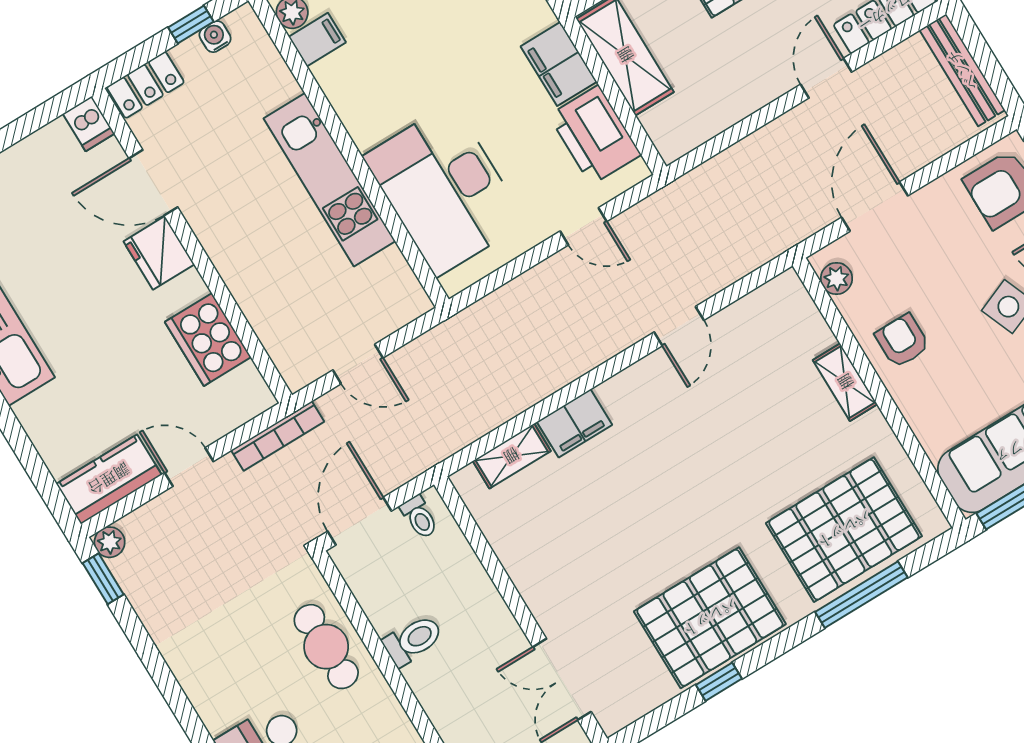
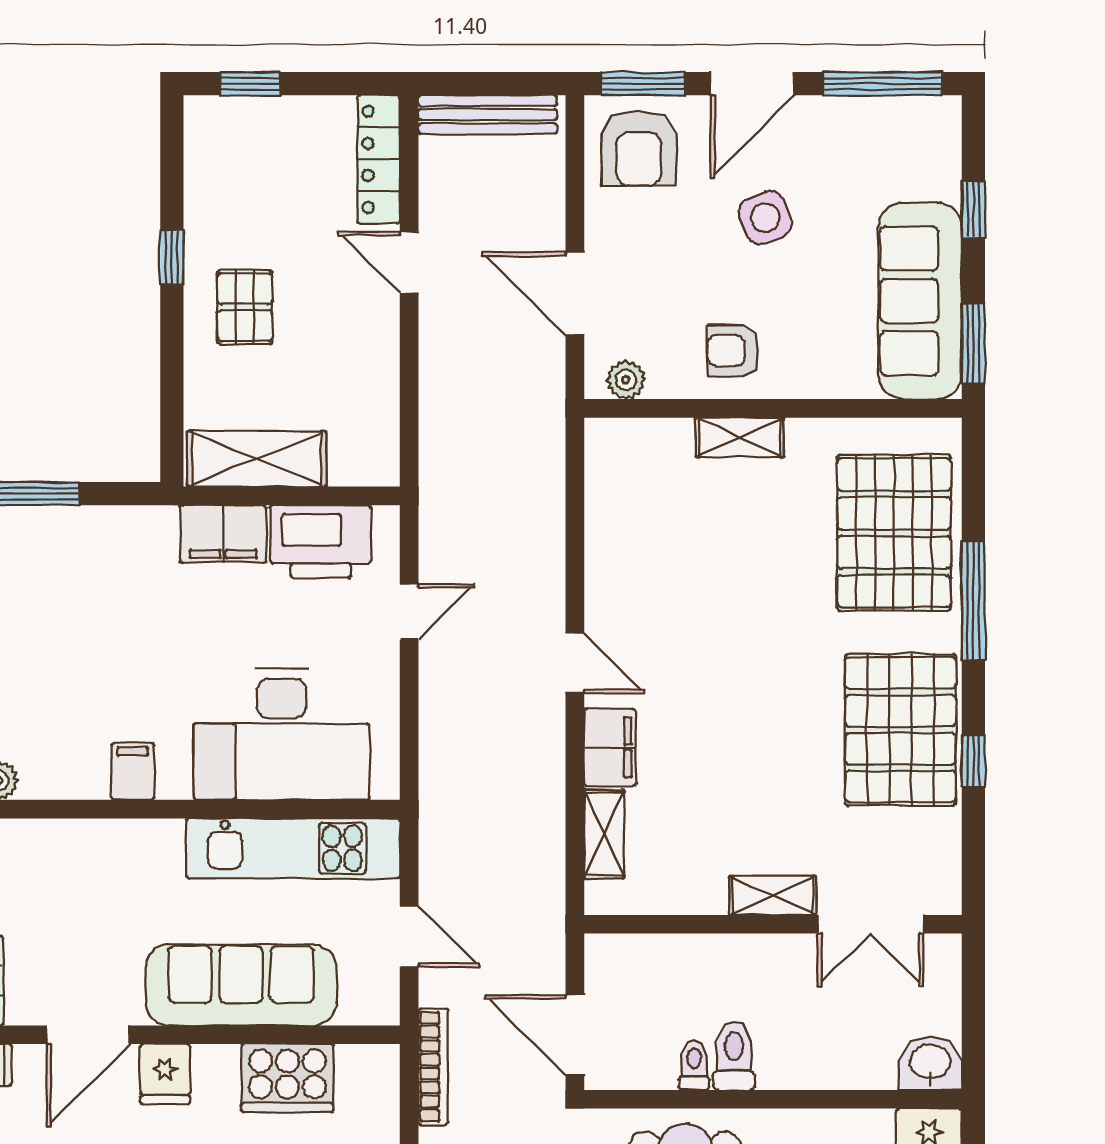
filing cabinet: (317, 40) -> (133, 771), moved
kitchen unit: (329, 180) -> (293, 848), moved
fridge: (159, 253) -> (165, 1074), width x0.72
sofa: (253, 268) -> (241, 985), added
door: (679, 326) -> (575, 663), moved
door: (358, 364) -> (409, 936), hinge flipped
toilet: (419, 517) -> (694, 1065), moved, turned -90
window: (861, 595) -> (973, 601), moved
shelving: (540, 599) -> (773, 896), added

